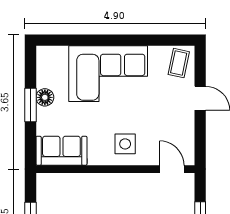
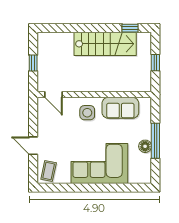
window: (31, 105) -> (155, 141), width x1.44
sofa: (61, 151) -> (120, 108), moved

